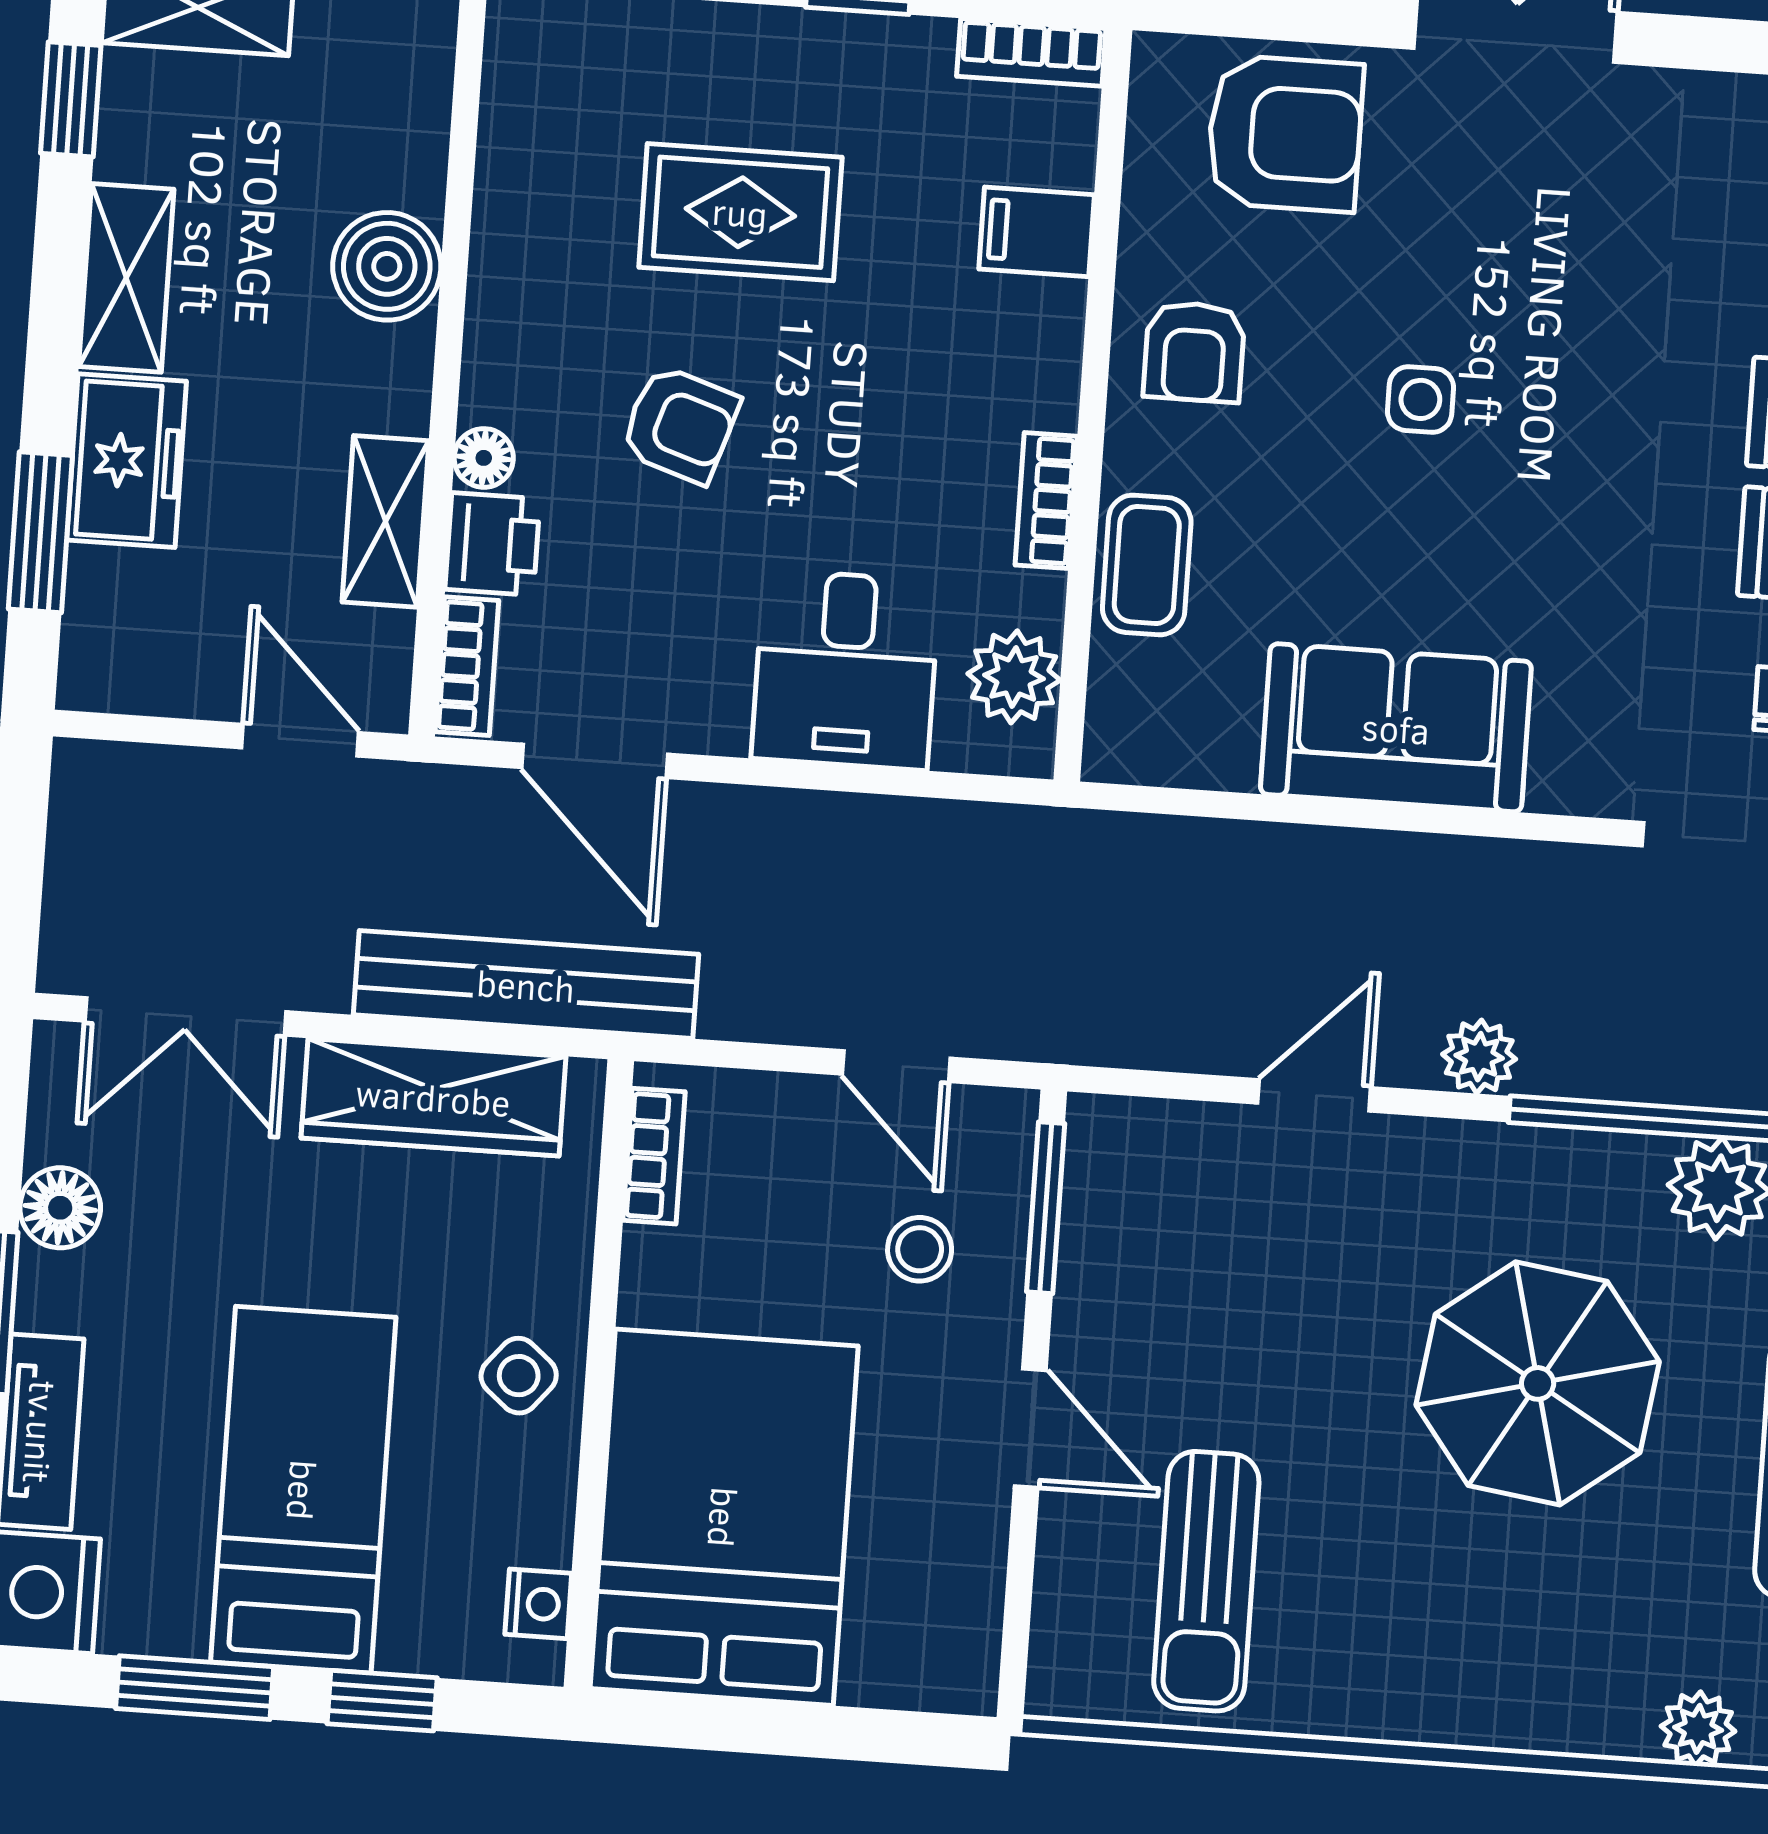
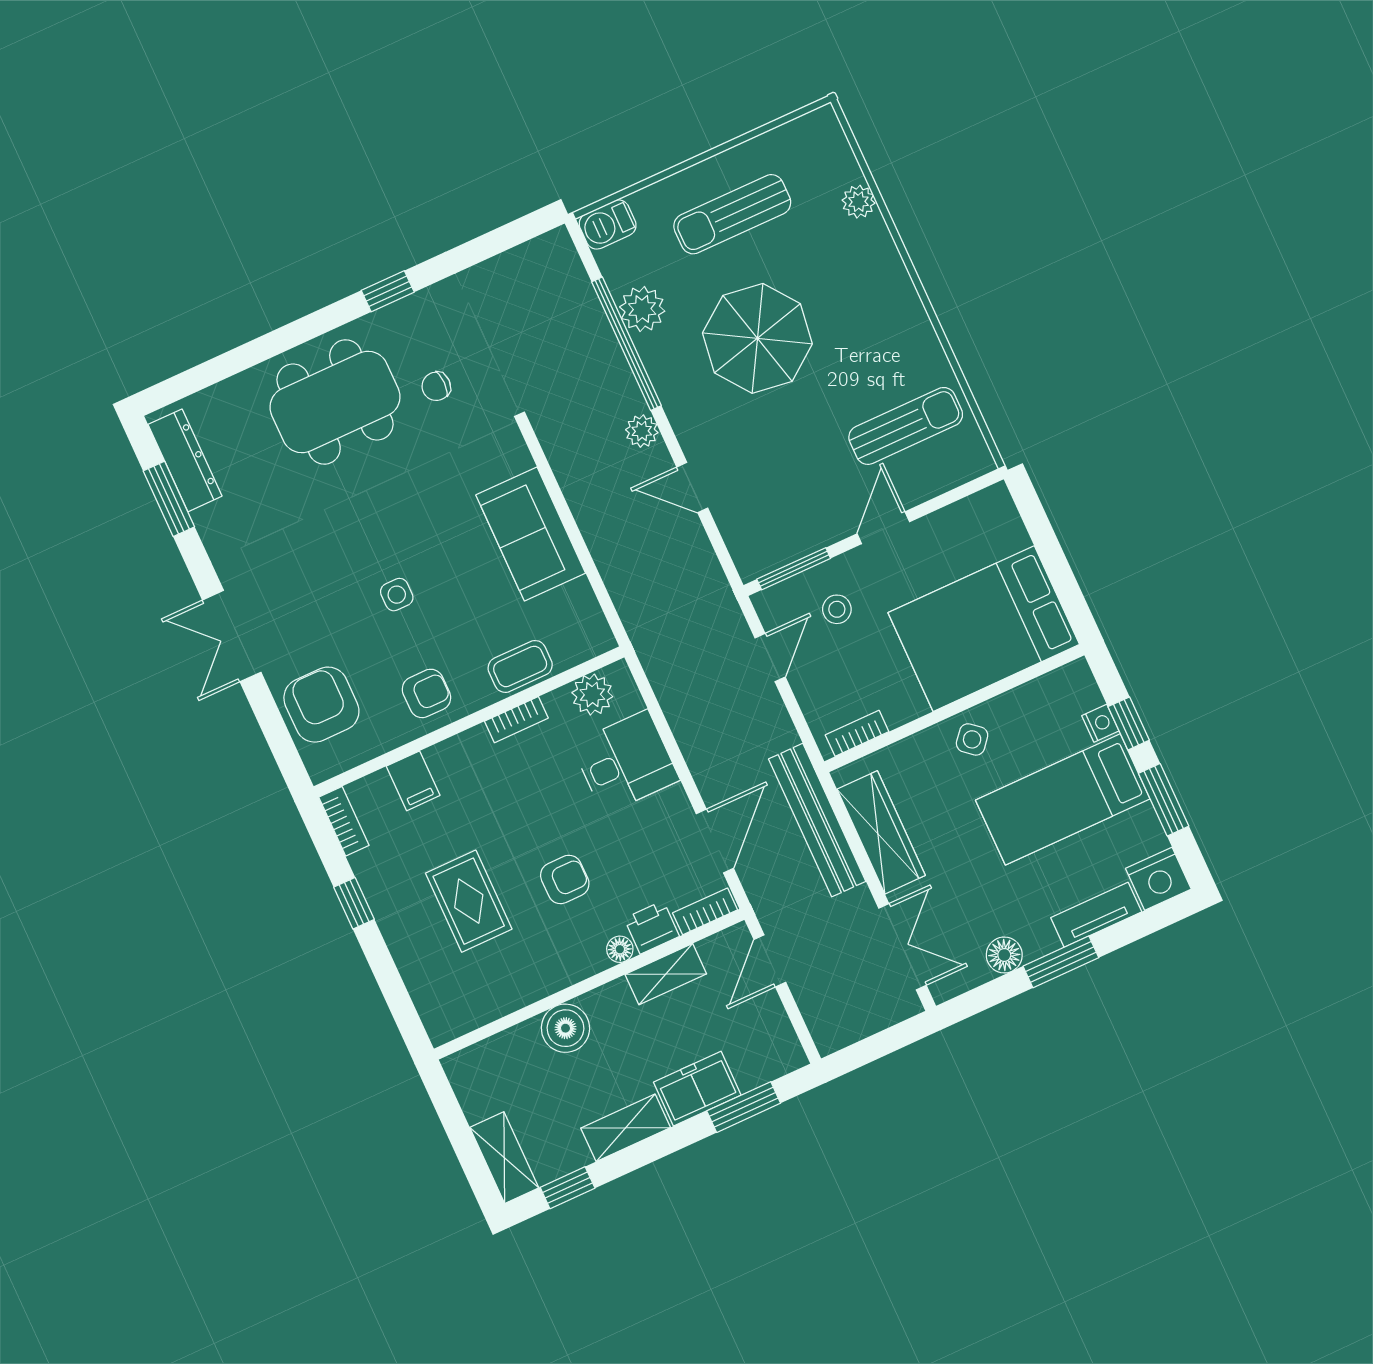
armchair: (680, 424) -> (565, 879), turned 72
nightstand: (538, 1604) -> (1100, 723), moved, turned 90

